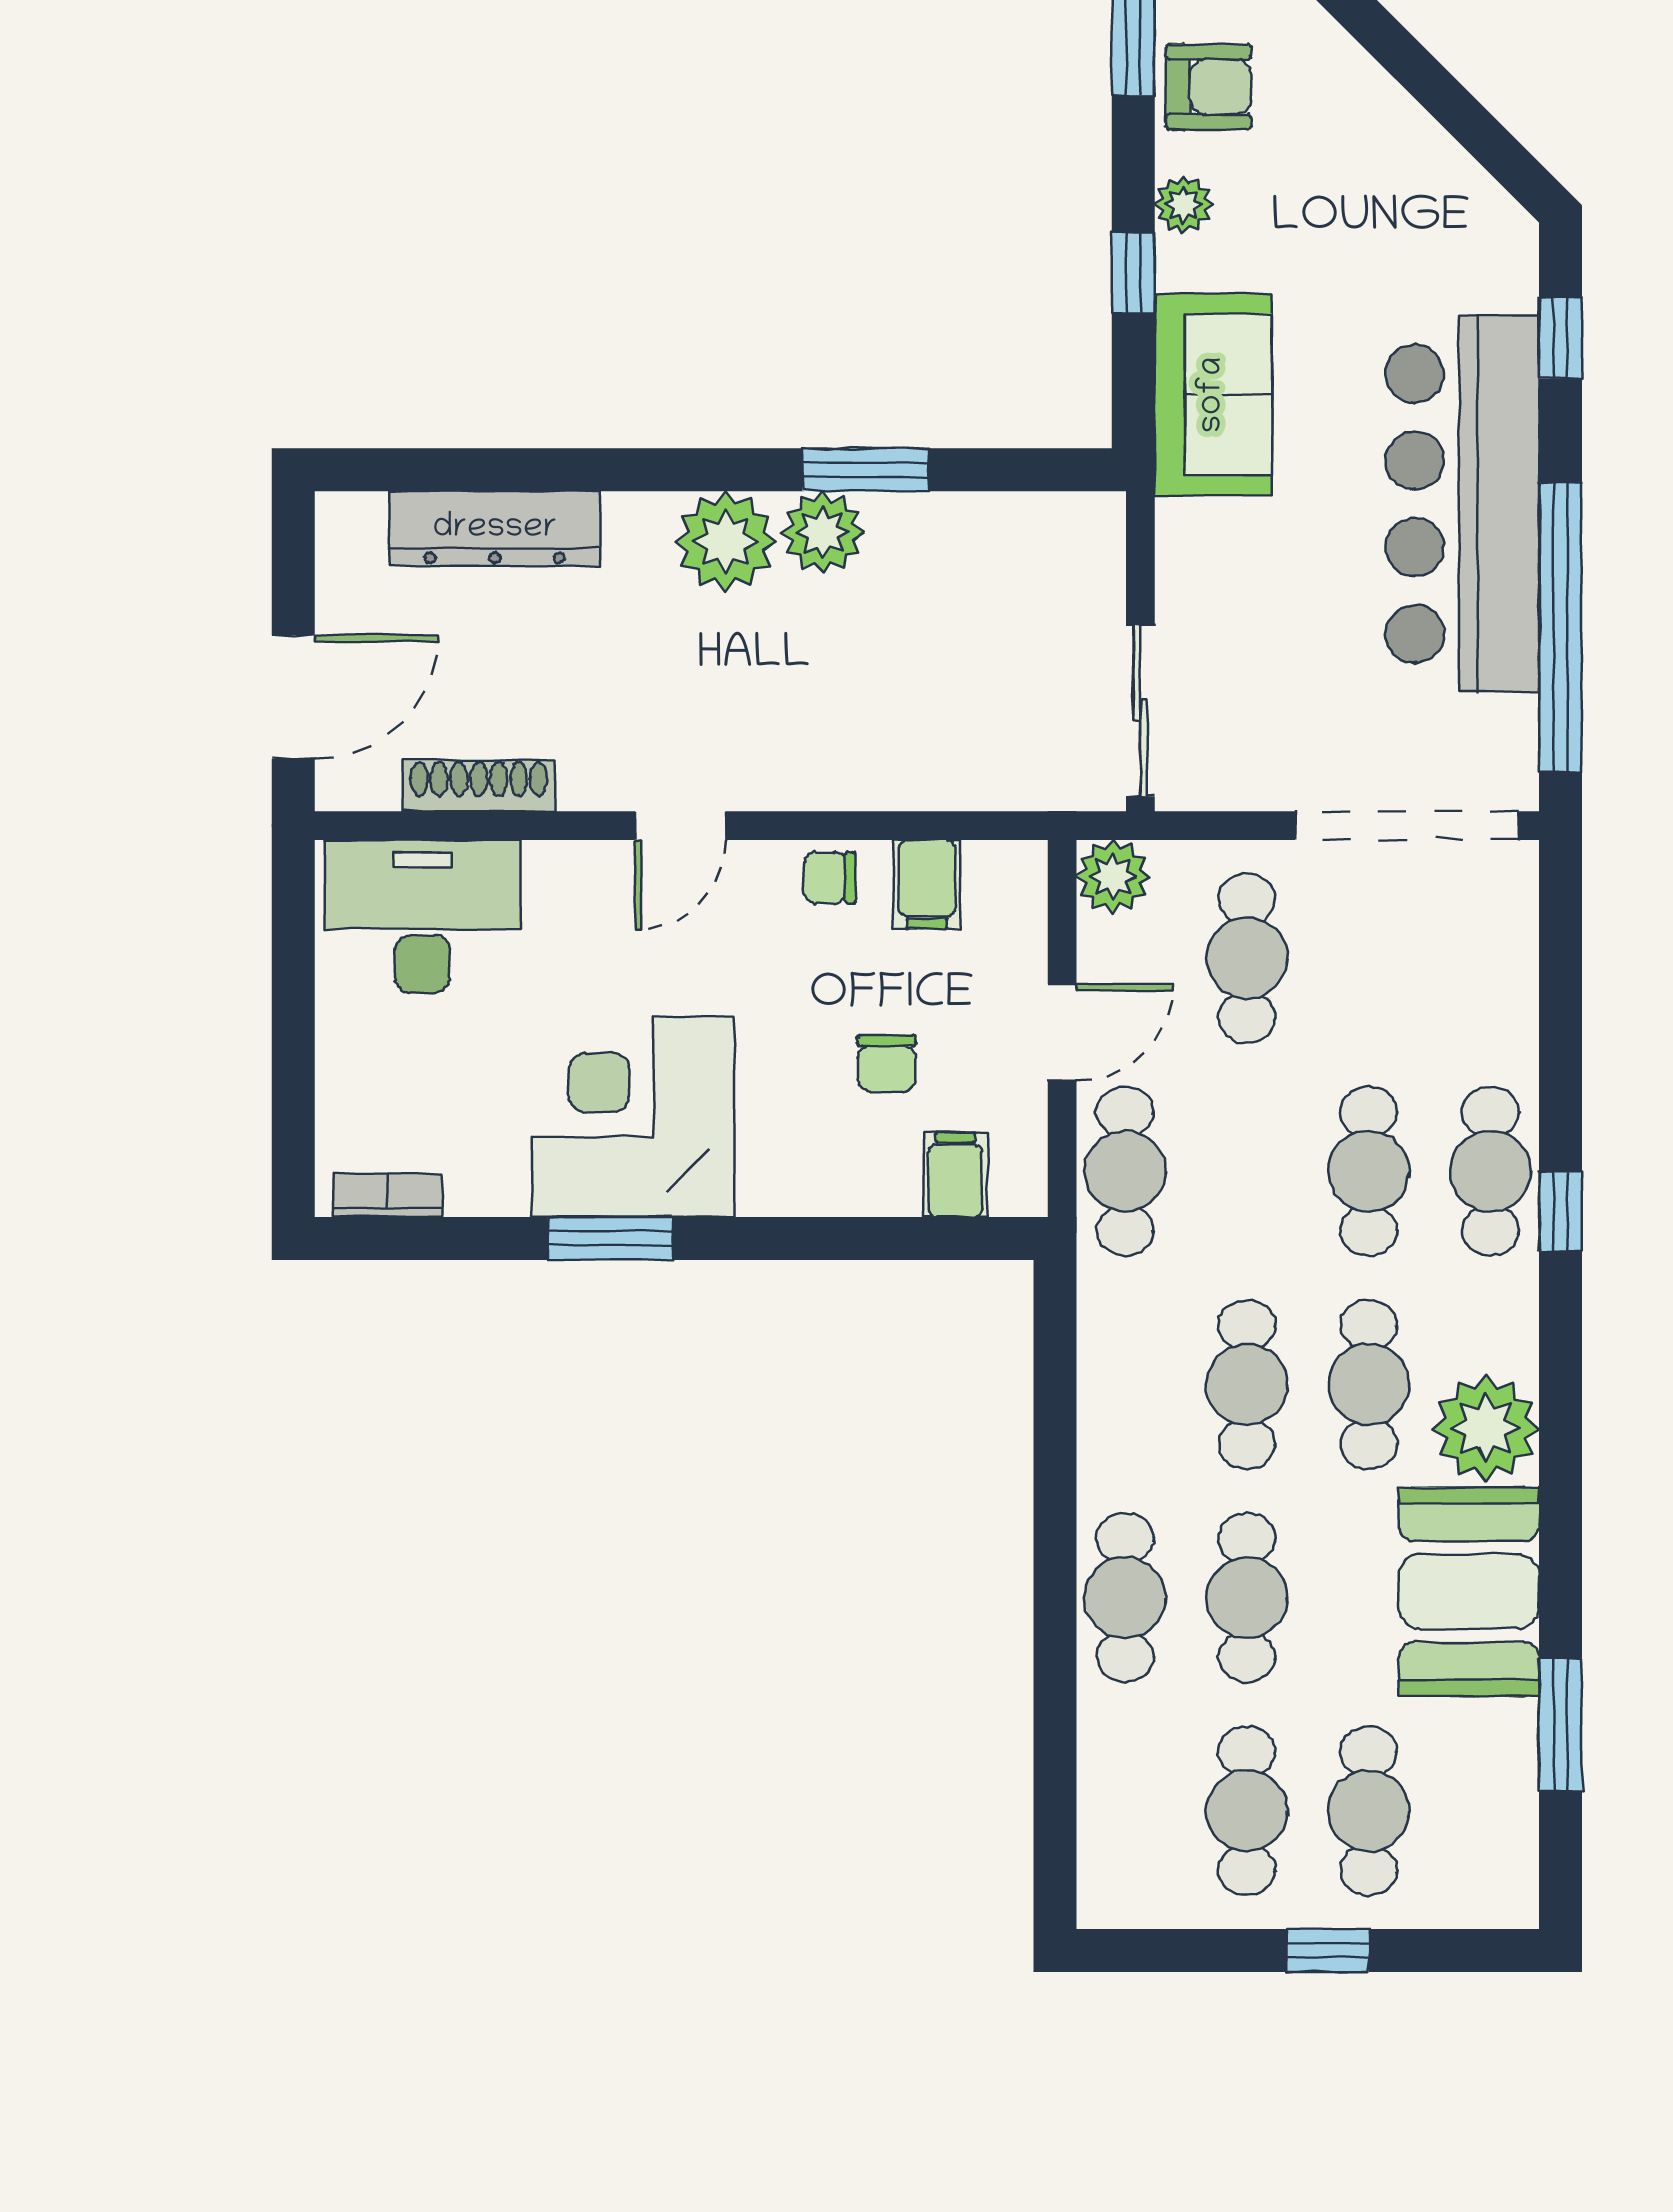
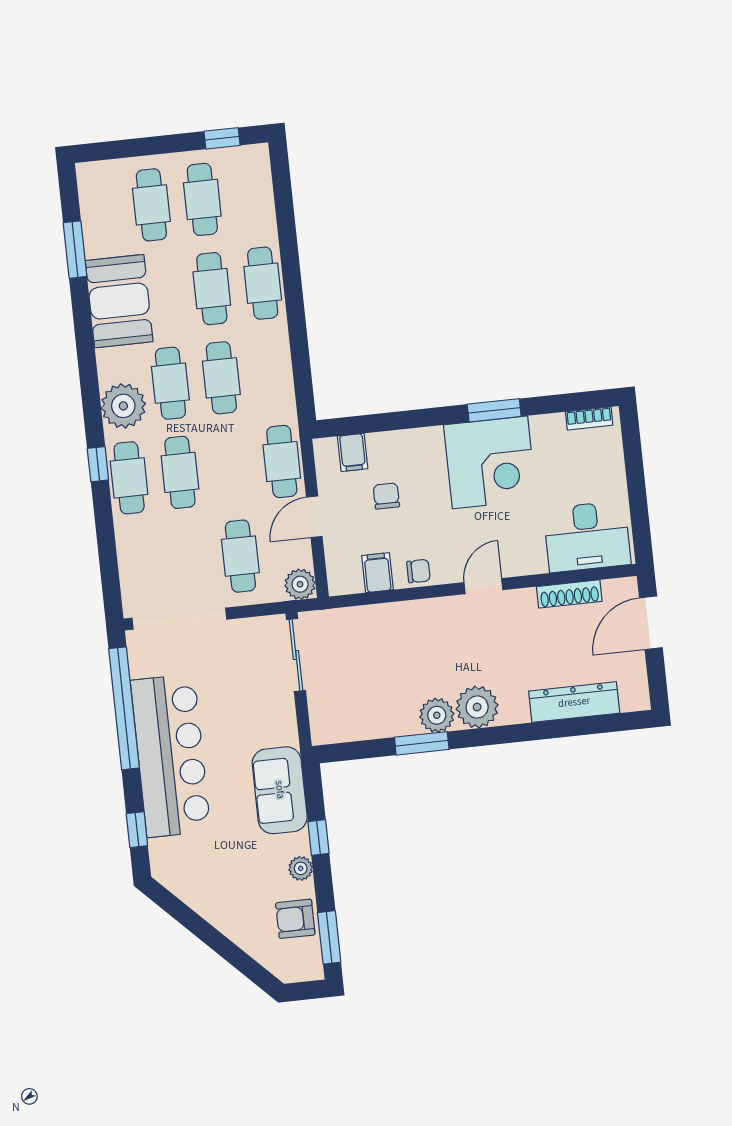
plant: (1486, 1428) -> (123, 406), moved
window: (1328, 1950) -> (222, 138), moved

